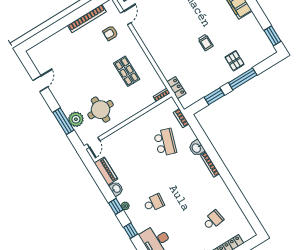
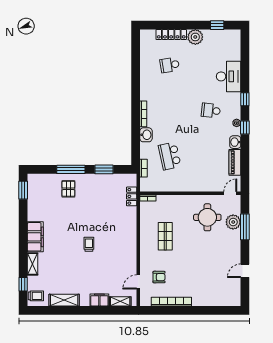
trolley: (206, 43) -> (89, 244), moved
school desk: (165, 142) -> (170, 156), turned -30

